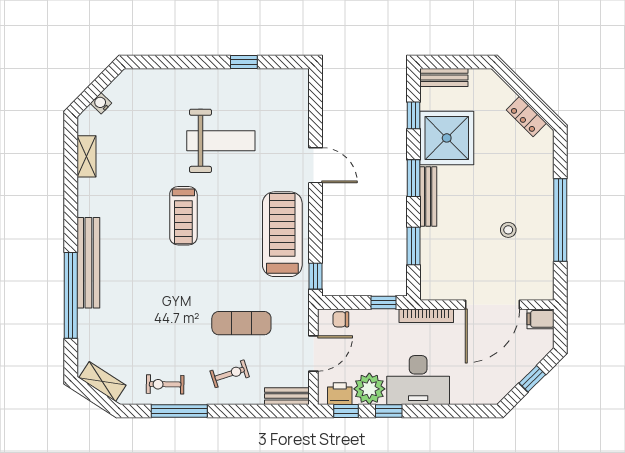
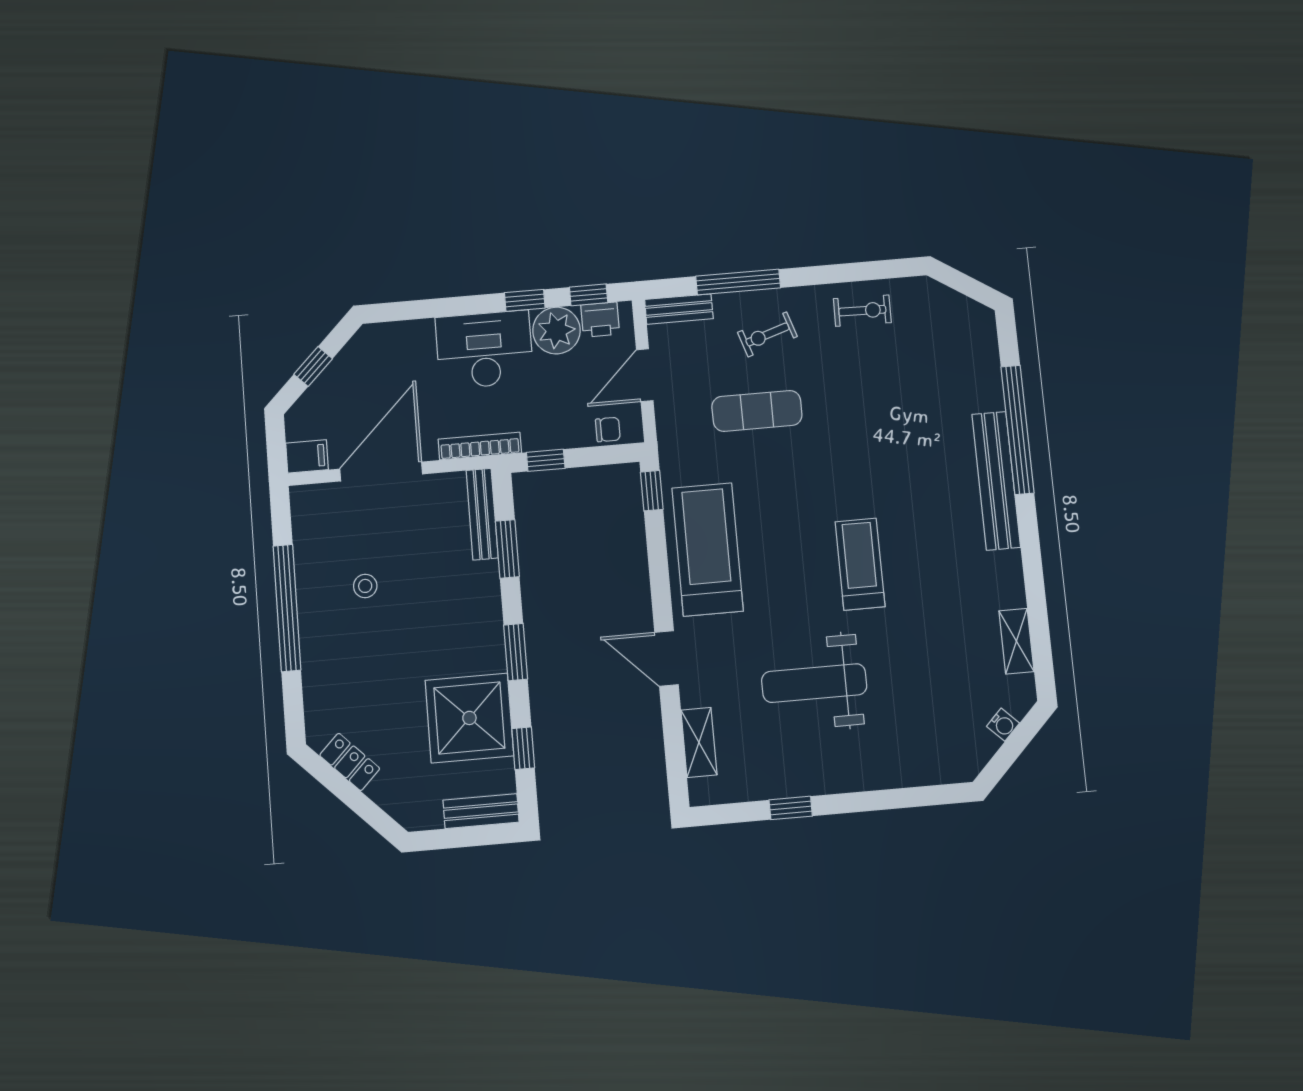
bench: (428, 196) -> (482, 514), moved
treadmill: (282, 234) -> (708, 549), turned 180
shelving: (102, 381) -> (699, 742), moved, turned 57
window: (179, 411) -> (738, 282), moved

